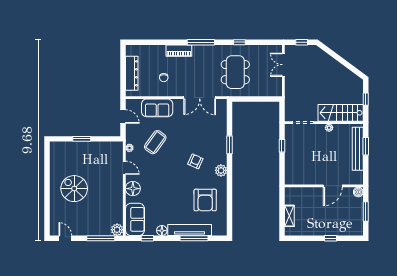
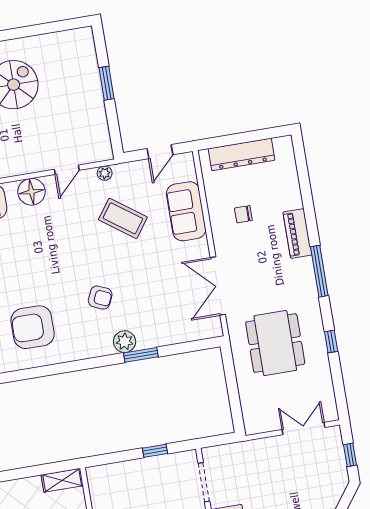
dining table: (235, 72) -> (275, 343), turned 90
plant: (221, 170) -> (125, 342), moved
shelving: (289, 216) -> (62, 480), moved

